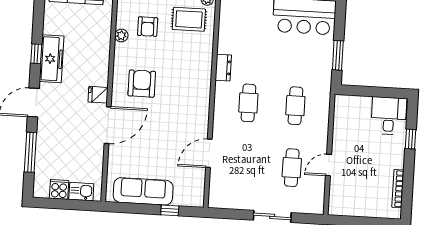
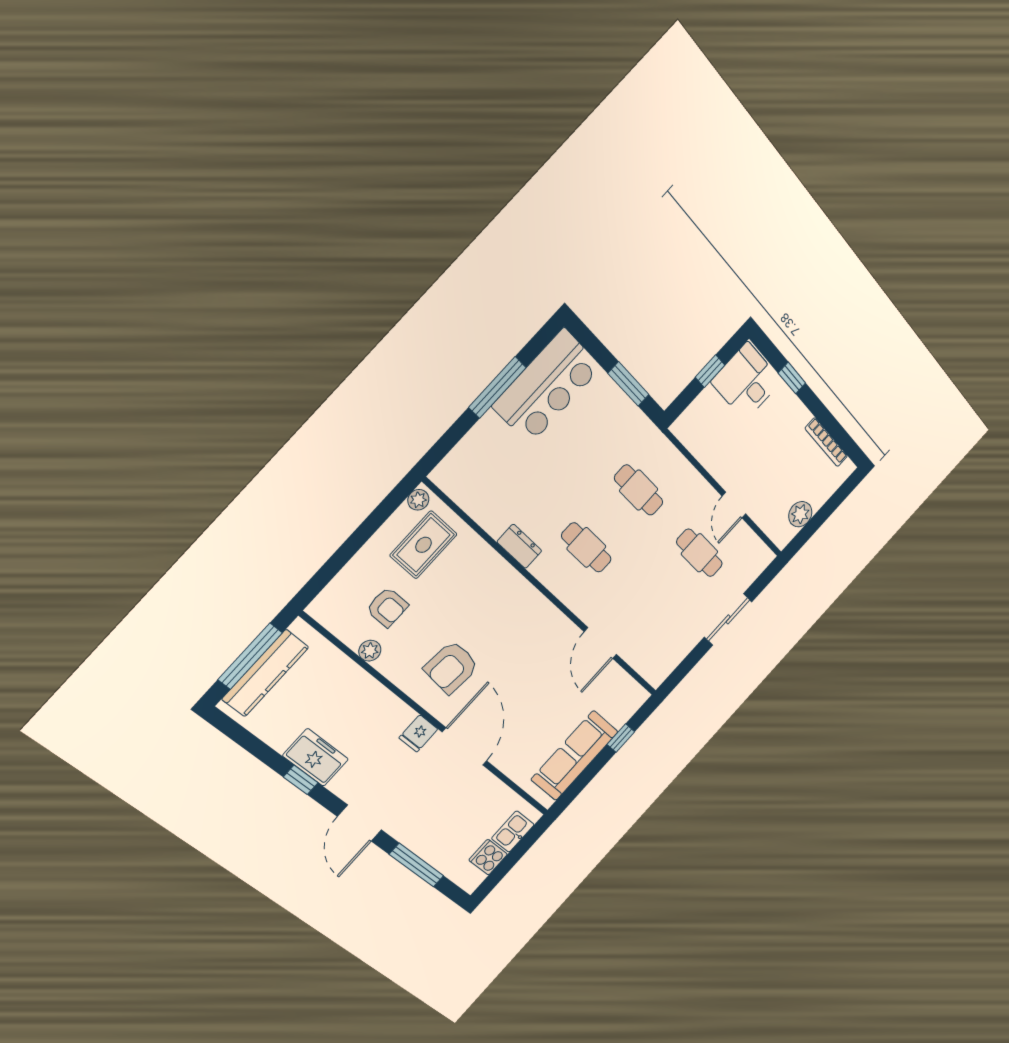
freezer: (52, 59) -> (316, 757), width x0.71
armchair: (142, 84) -> (451, 667), turned -85
window: (377, 92) -> (710, 371), added
plant: (353, 208) -> (800, 514), added

